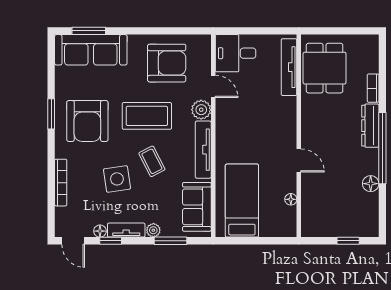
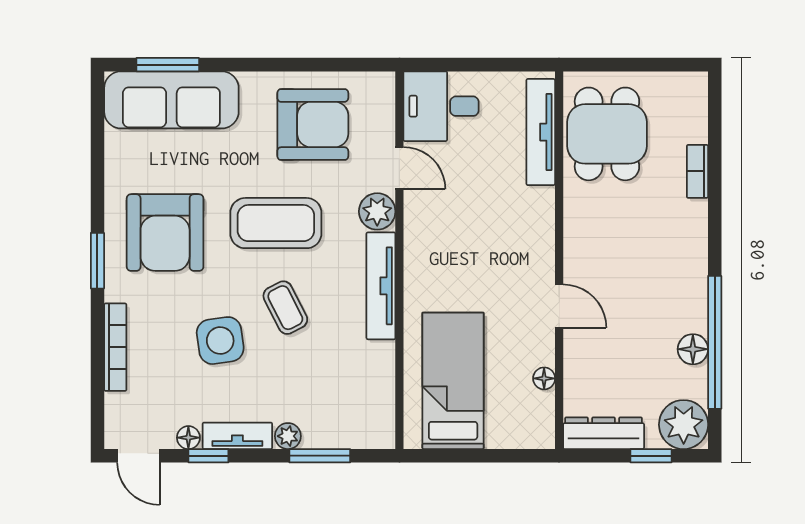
window: (51, 114) -> (97, 261), moved
dresser: (370, 126) -> (604, 433), moved, turned 90
window: (382, 148) -> (715, 342), moved
sofa: (197, 207) -> (369, 392), removed
plant: (366, 224) -> (684, 425), added

